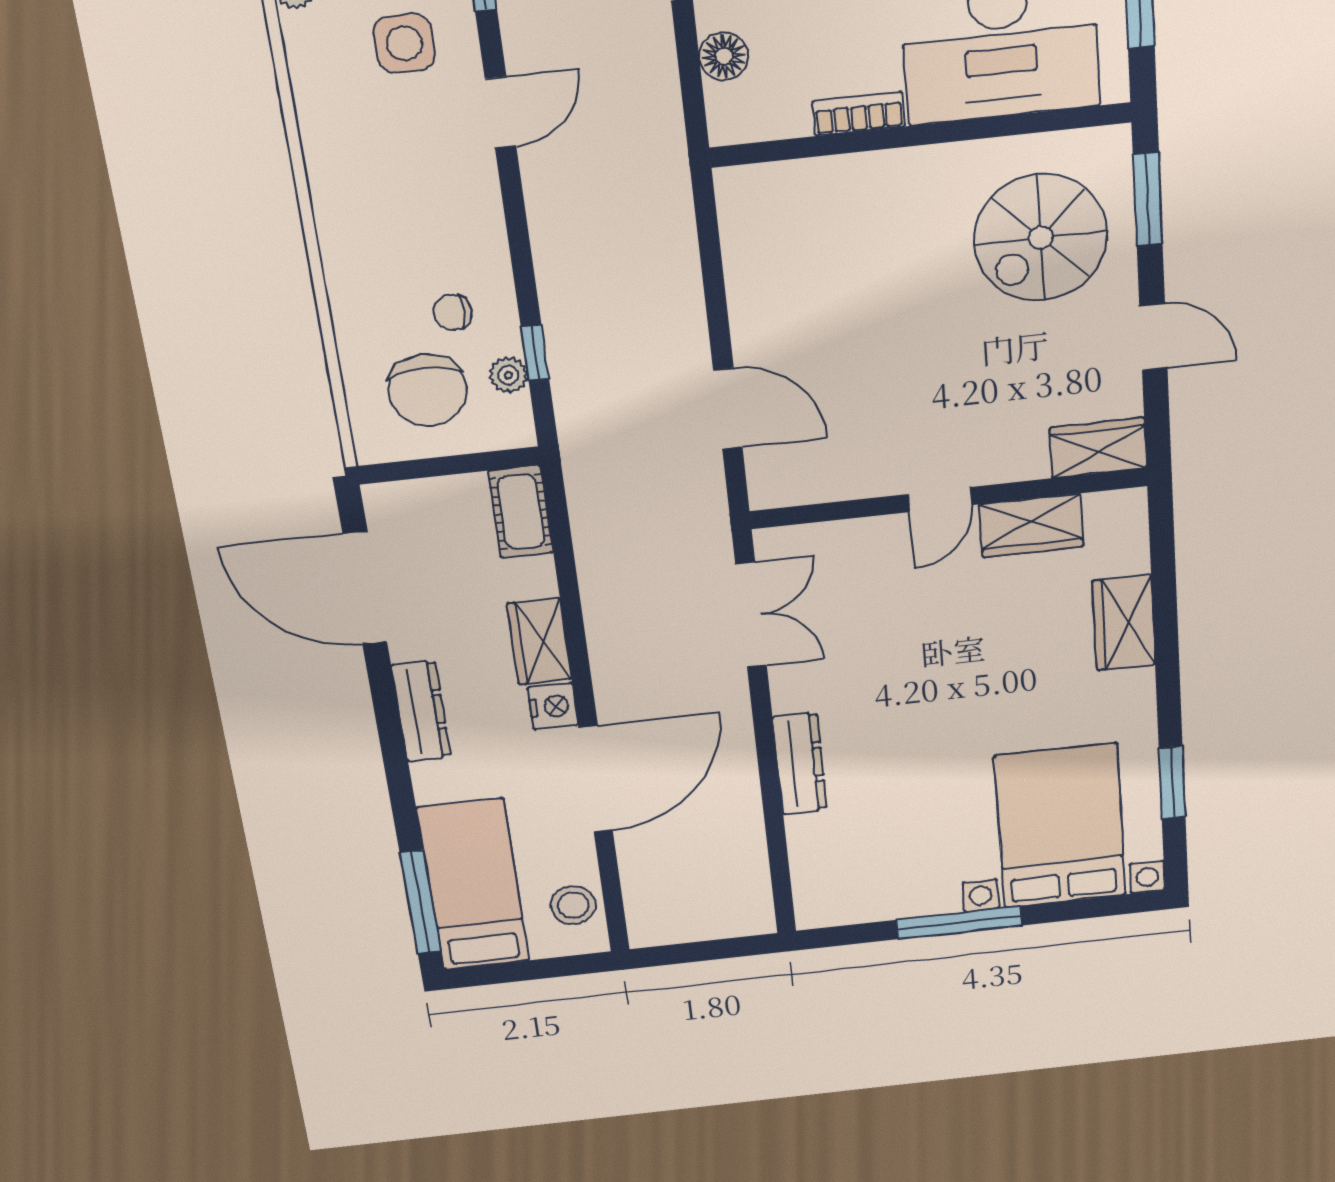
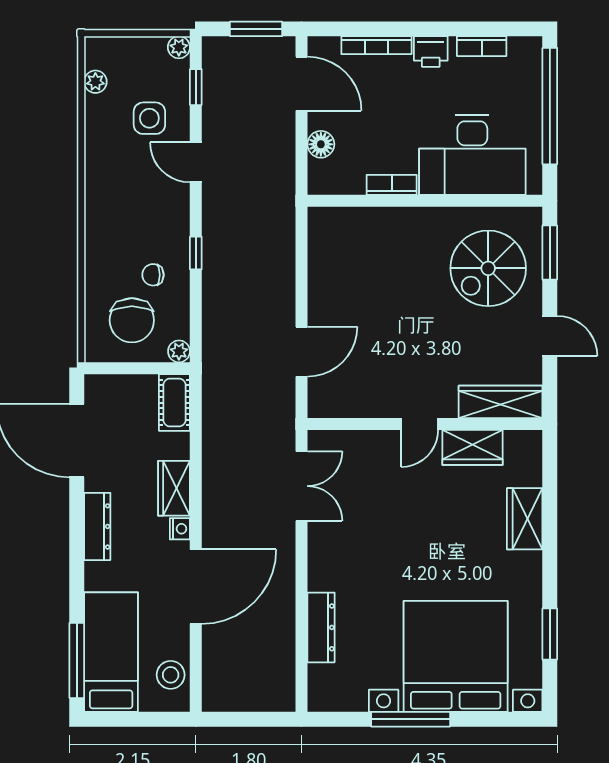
door: (501, 113) -> (196, 162), swing flipped
window: (535, 353) -> (196, 253), moved
plant: (508, 375) -> (179, 351), moved
door: (728, 409) -> (302, 352), hinge flipped
wardrobe: (1098, 448) -> (501, 402), width x1.50
nightstand: (553, 706) -> (180, 529), width x0.72, depth x0.74
dresser: (800, 764) -> (321, 627), moved
bed with nightstands: (1060, 826) -> (456, 656), width x1.36

